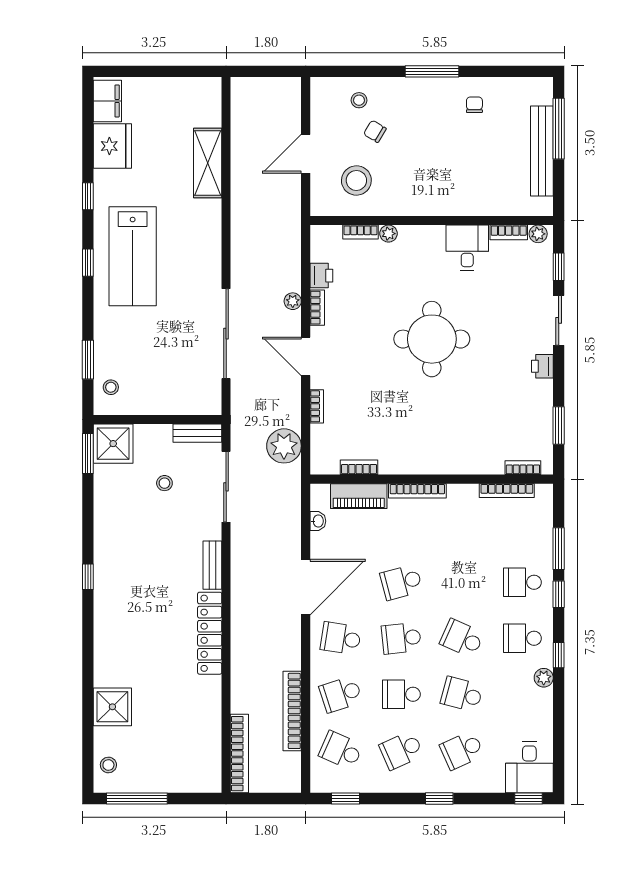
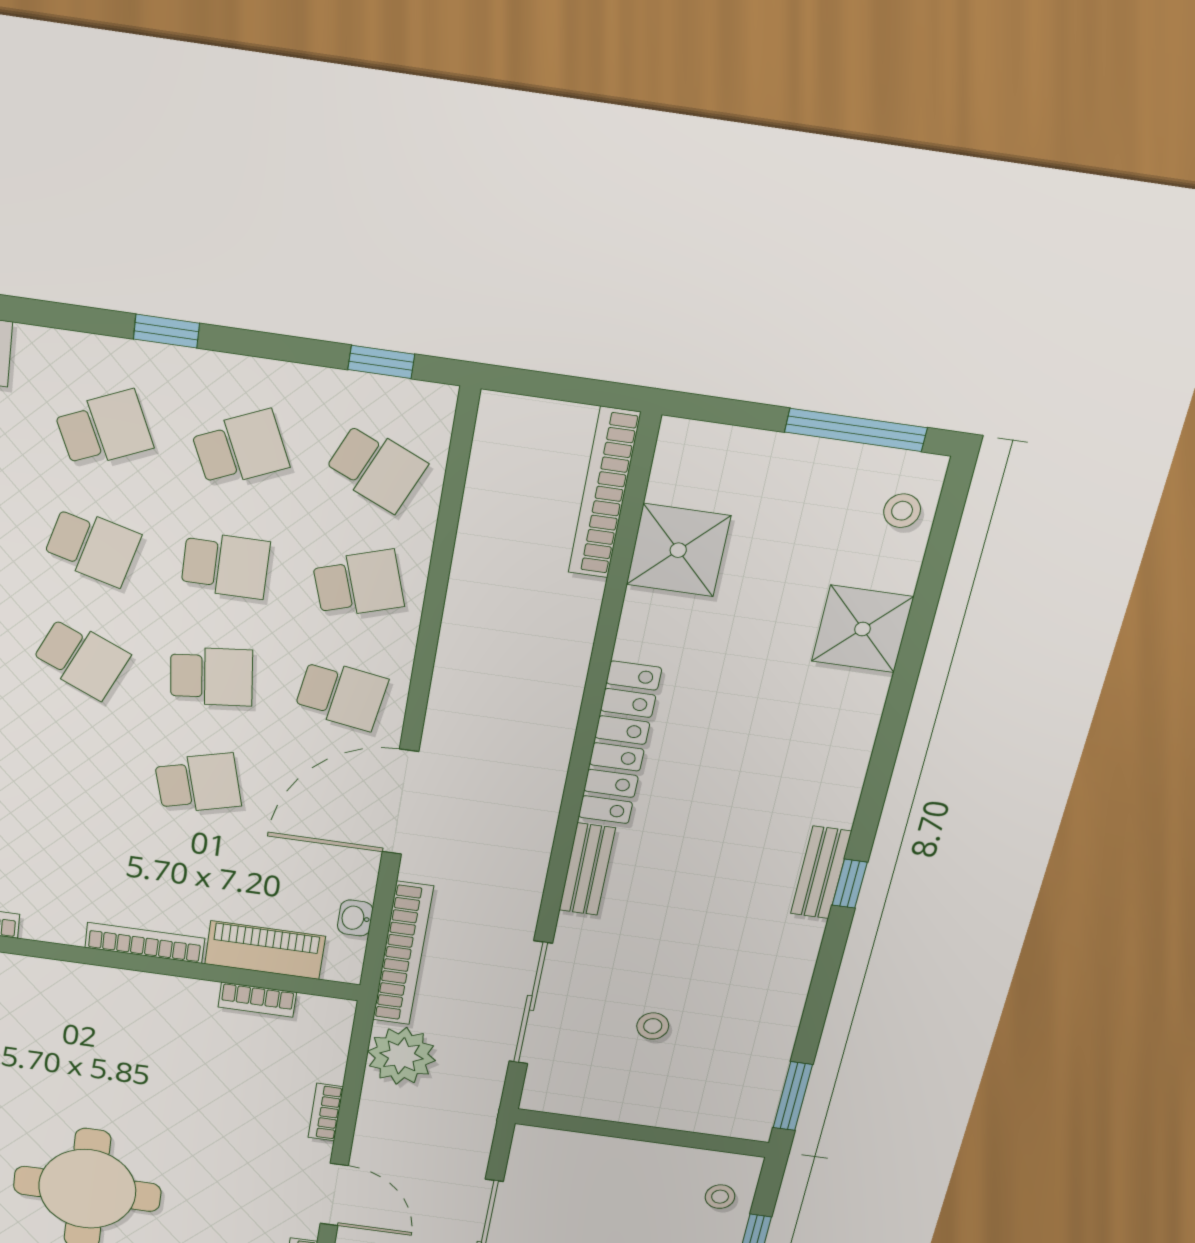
bench: (197, 433) -> (821, 873), moved, turned 90
shower: (113, 444) -> (678, 550), moved
bookcase: (292, 711) -> (403, 954), moved

